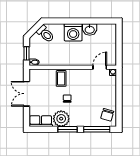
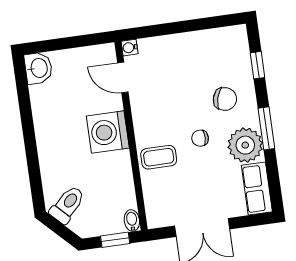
washbasin: (90, 29) -> (38, 68), moved
washing machine: (73, 32) -> (108, 132), moved, turned 180
chair: (107, 115) -> (225, 99), moved
window: (97, 129) -> (257, 65), width x0.46

